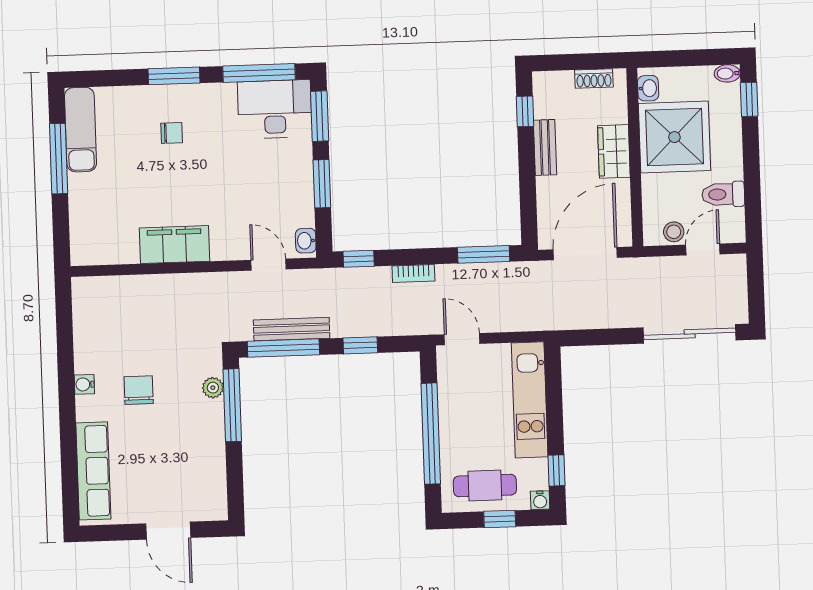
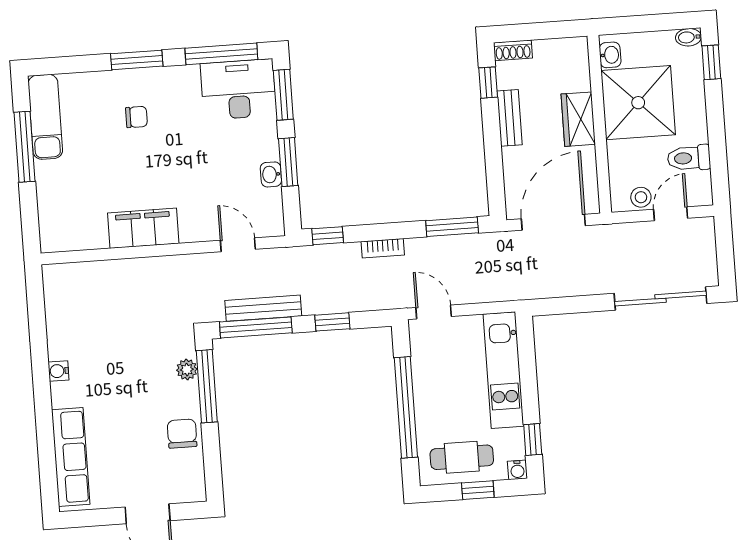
shoe rack: (594, 79) -> (513, 50), moved
washbasin: (306, 241) -> (271, 174), moved
chair: (139, 390) -> (182, 434), moved

